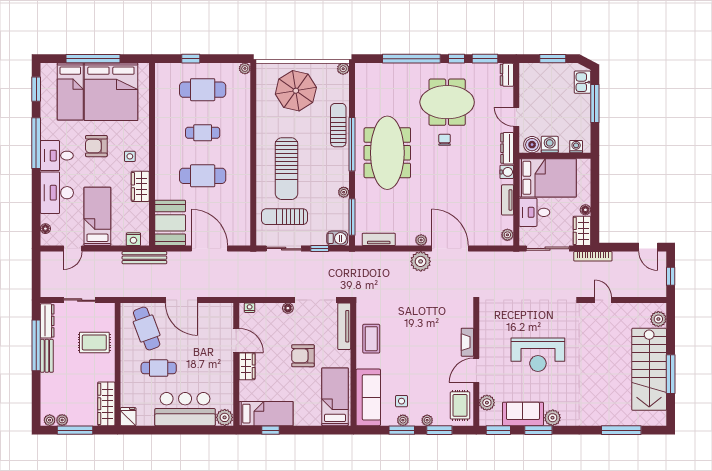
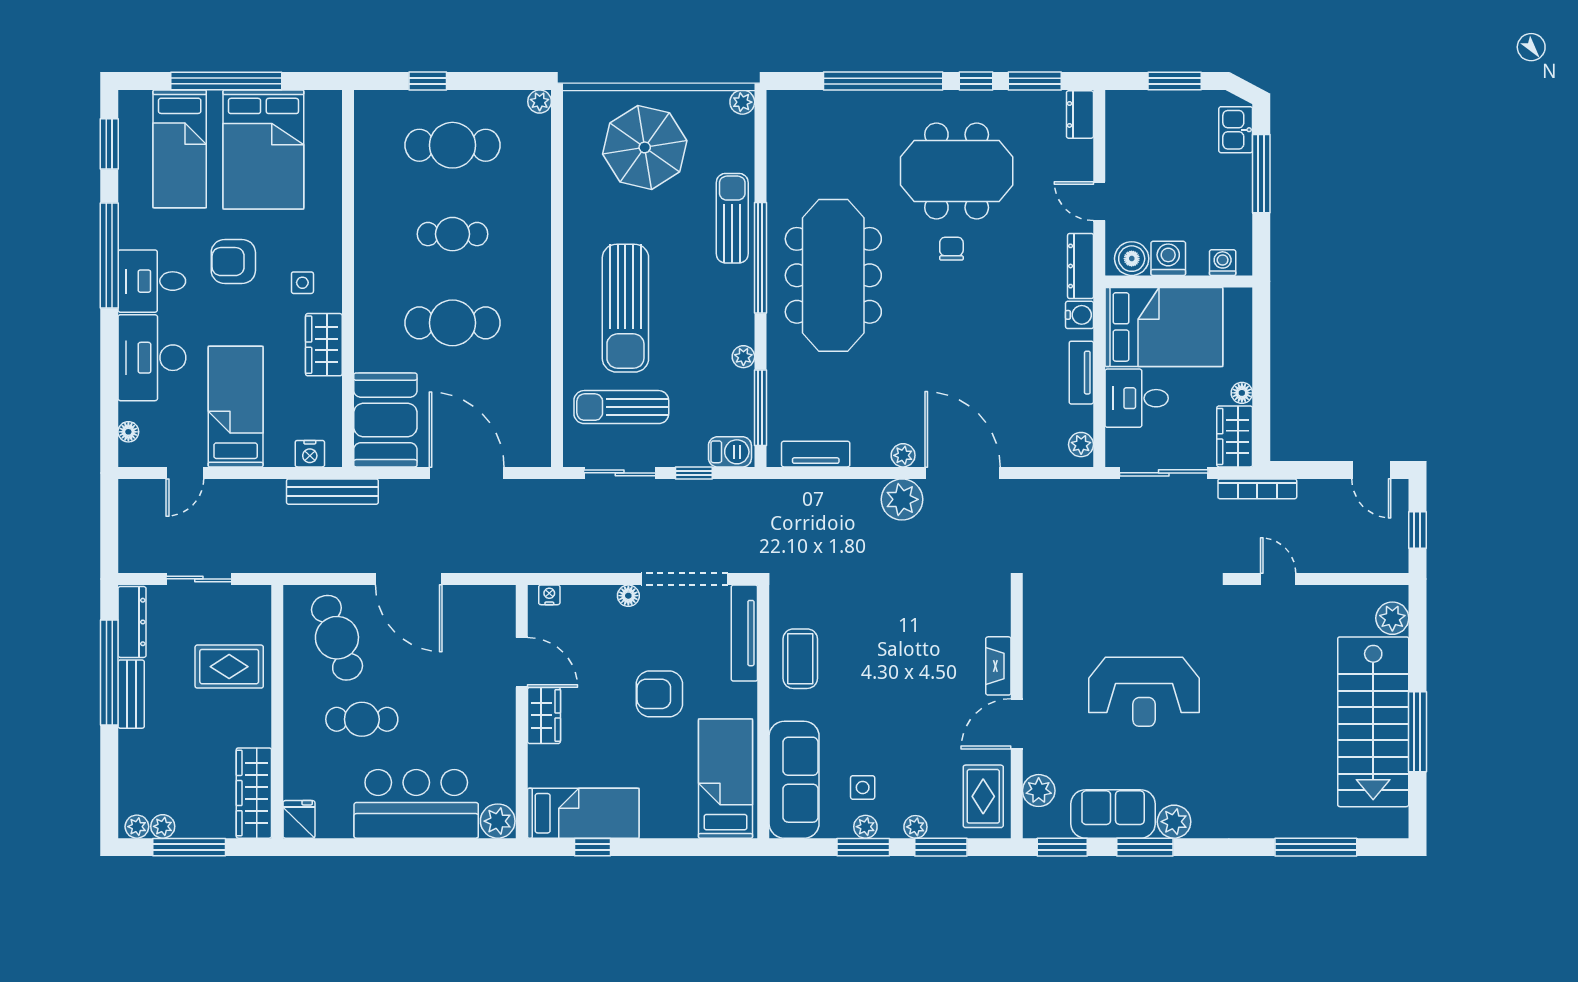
bed: (111, 92) -> (263, 150), width x0.73

